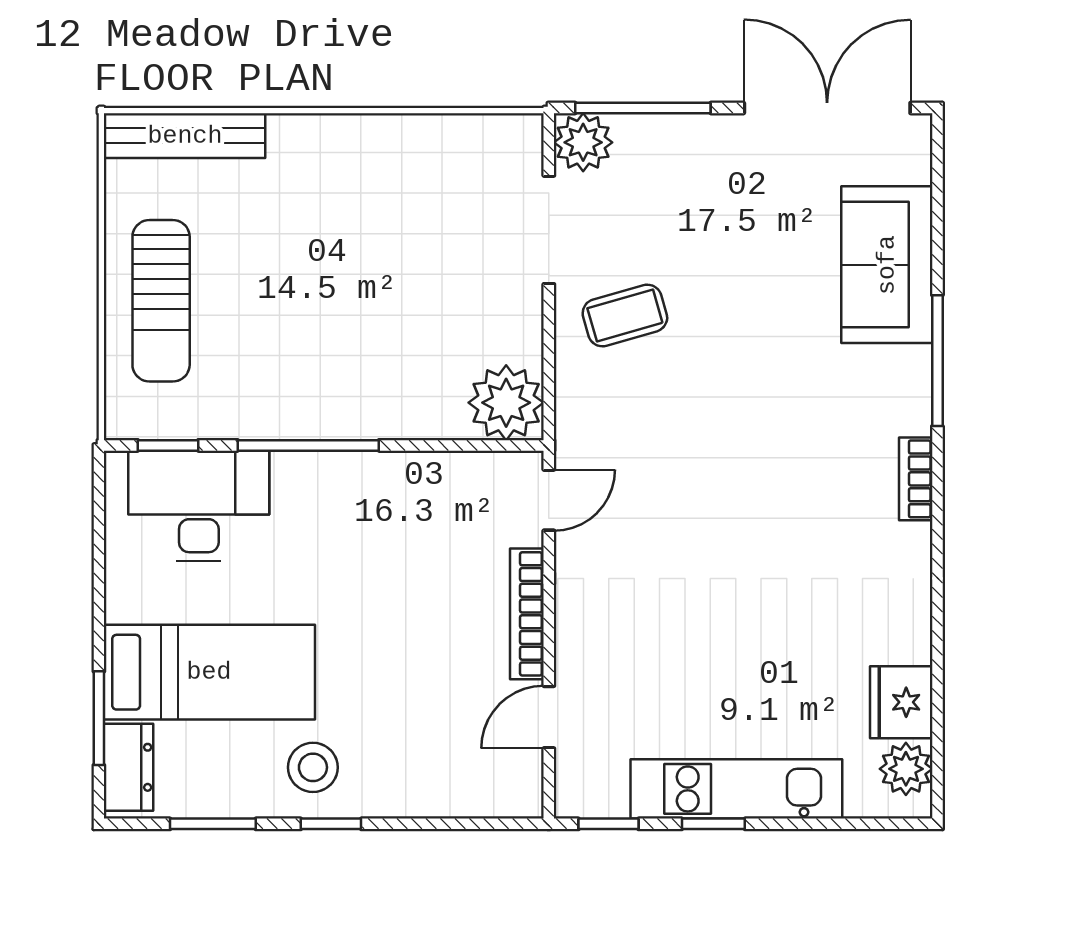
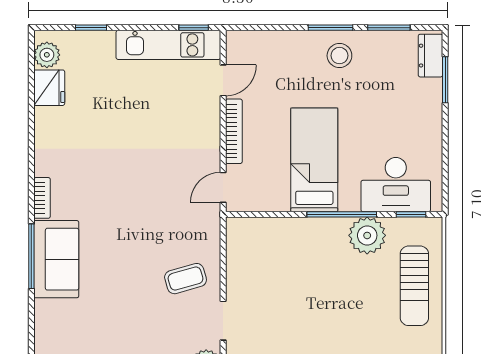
doorway: (549, 230) -> (223, 321), width x0.73
sofa: (887, 265) -> (56, 259), moved
sun lounger: (161, 301) -> (414, 286), turned 180
plant: (506, 403) -> (367, 235), moved
bed: (209, 672) -> (314, 160), moved, turned 90
kitchen unit: (736, 789) -> (168, 45), moved
window: (331, 824) -> (331, 28), width x1.50
window: (713, 824) -> (91, 28), moved

